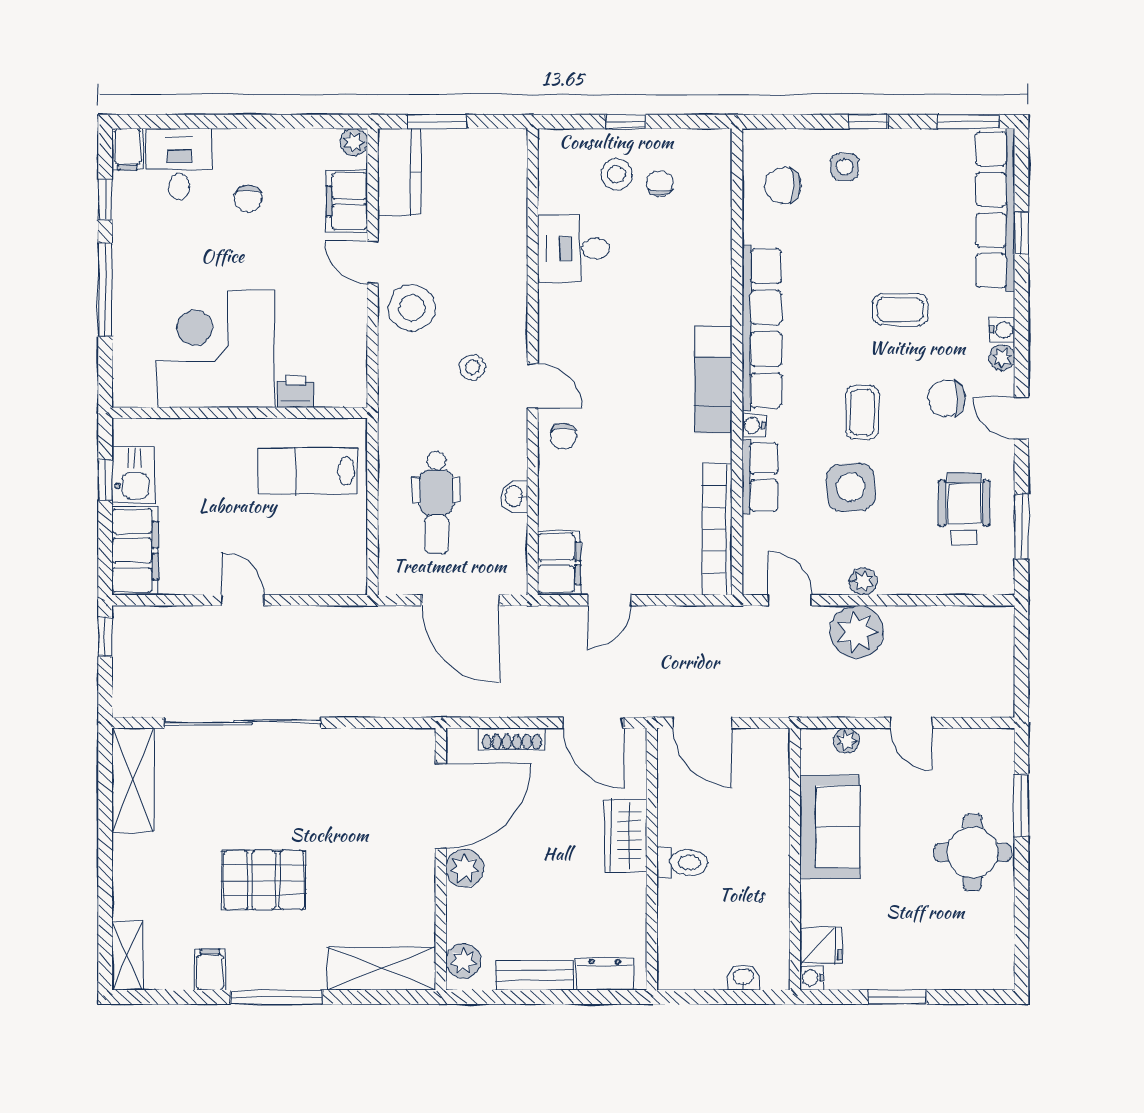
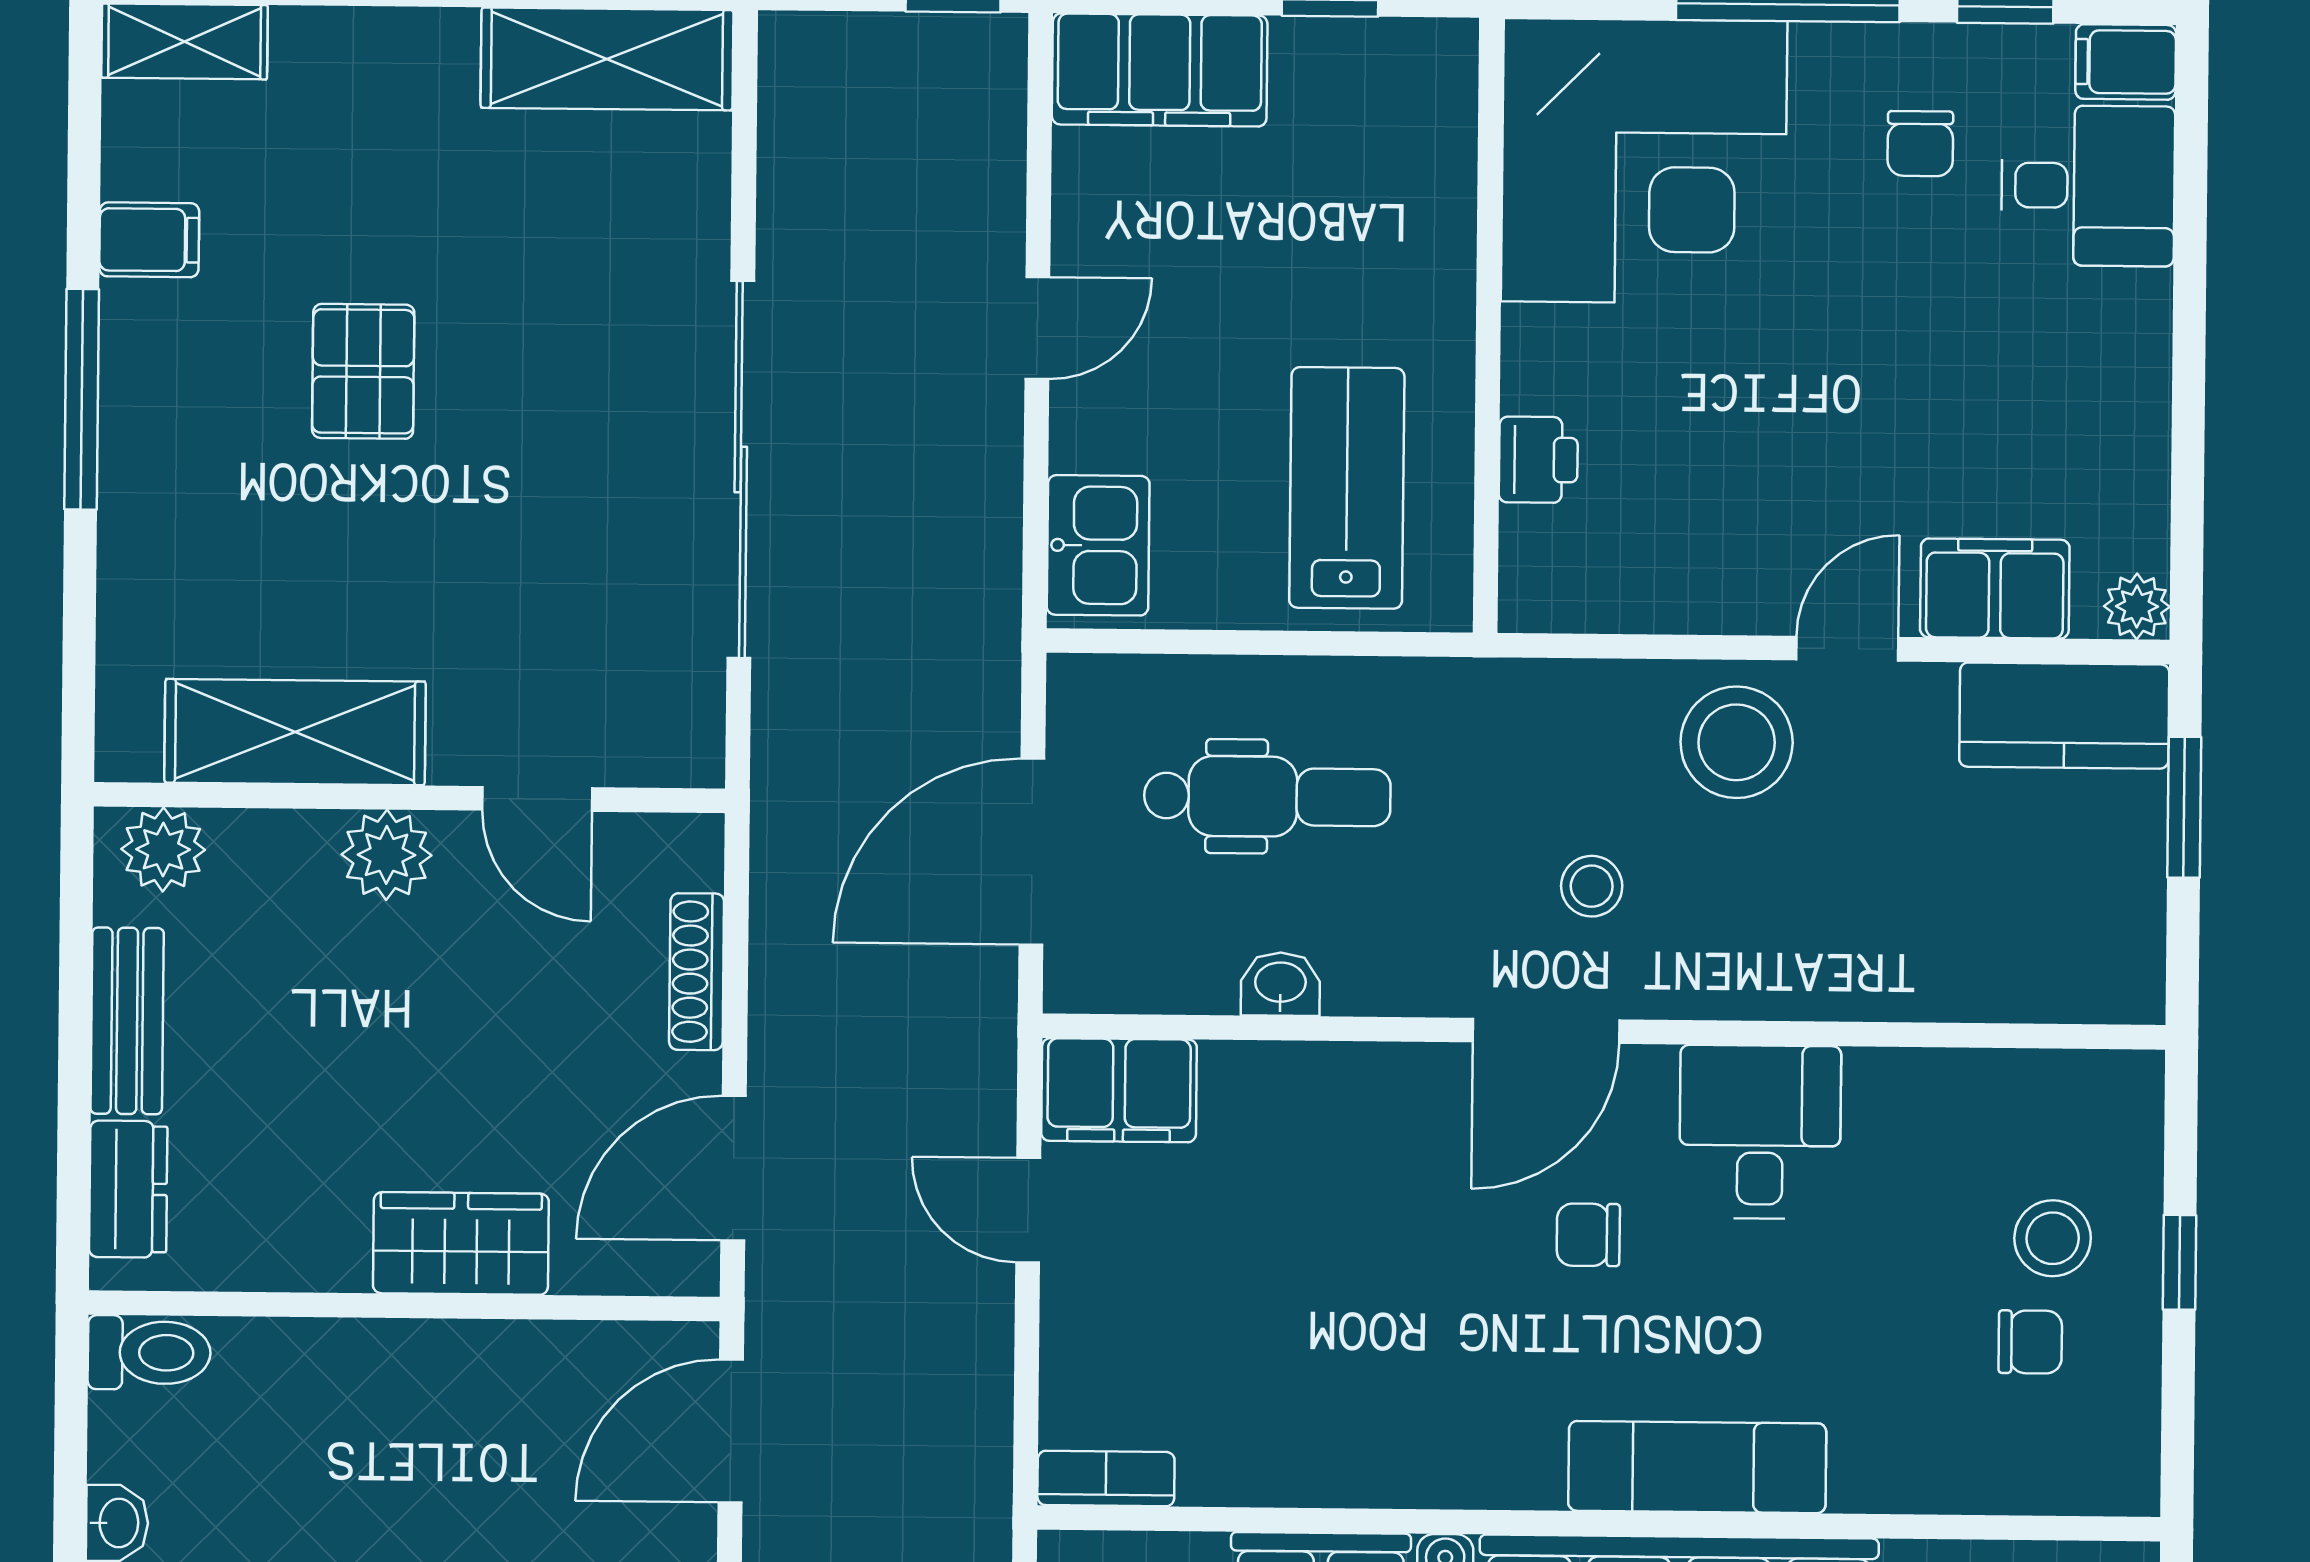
chair: (248, 199) -> (1920, 144), moved, turned -90
desk: (574, 249) -> (1760, 1132), moved
corner desk: (216, 349) -> (1644, 161), moved, turned 90
exam couch: (713, 380) -> (1697, 1467), moved
door: (533, 386) -> (1546, 1031), width x1.38
chair: (564, 436) -> (1588, 1235), moved
kitchen sink: (133, 474) -> (1098, 545), moved, turned -90
dental chair: (436, 503) -> (1267, 797), turned 180
bookcase: (717, 529) -> (1106, 1479), width x0.43, depth x0.76
sliding door: (243, 723) -> (741, 470), moved
door: (441, 806) -> (537, 799), width x0.53
toilet: (682, 863) -> (149, 1353), moved, turned -90
pallet: (264, 880) -> (363, 371), width x0.67, depth x0.71
shelving: (382, 969) -> (295, 732), moved, turned 90

